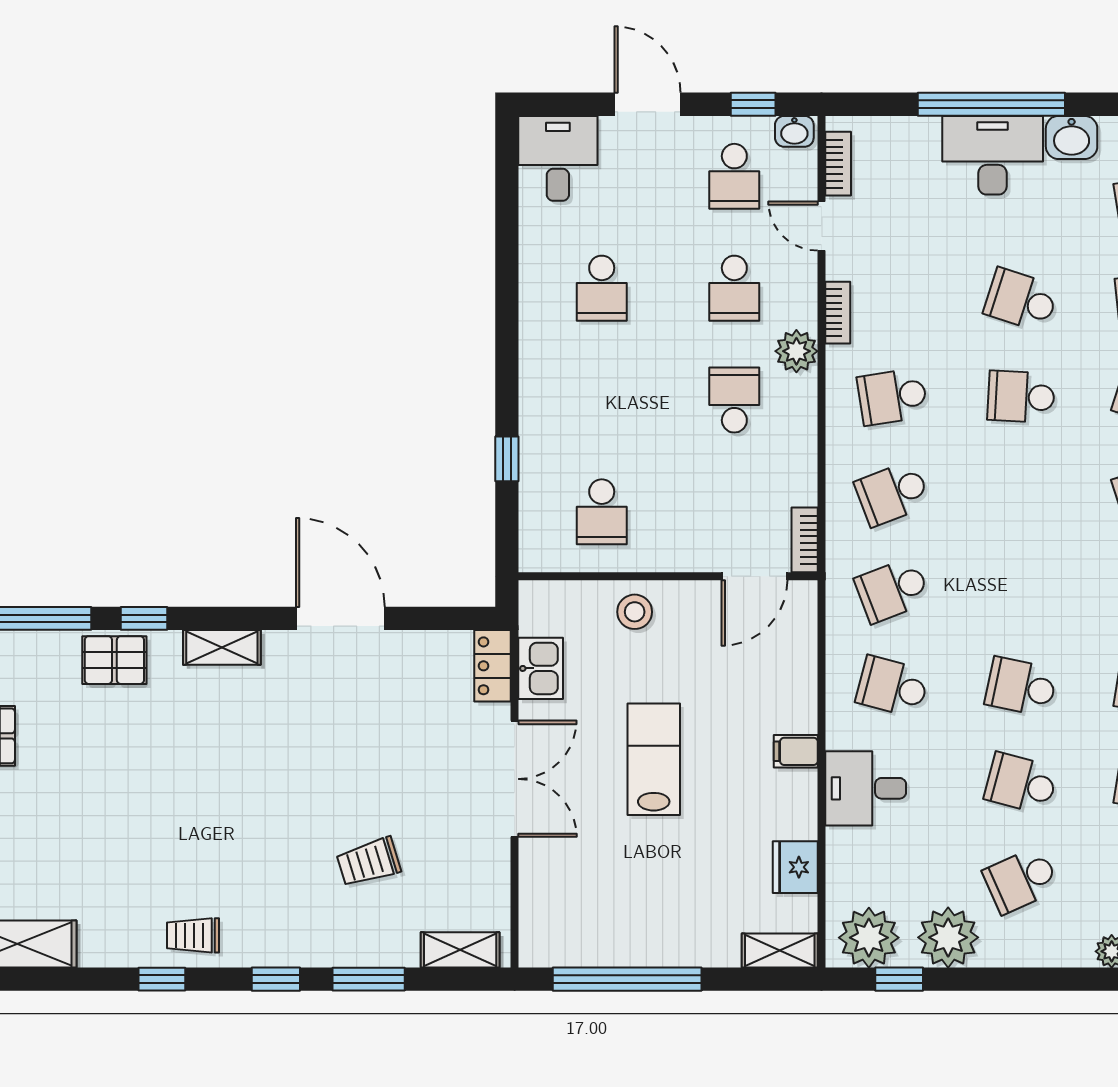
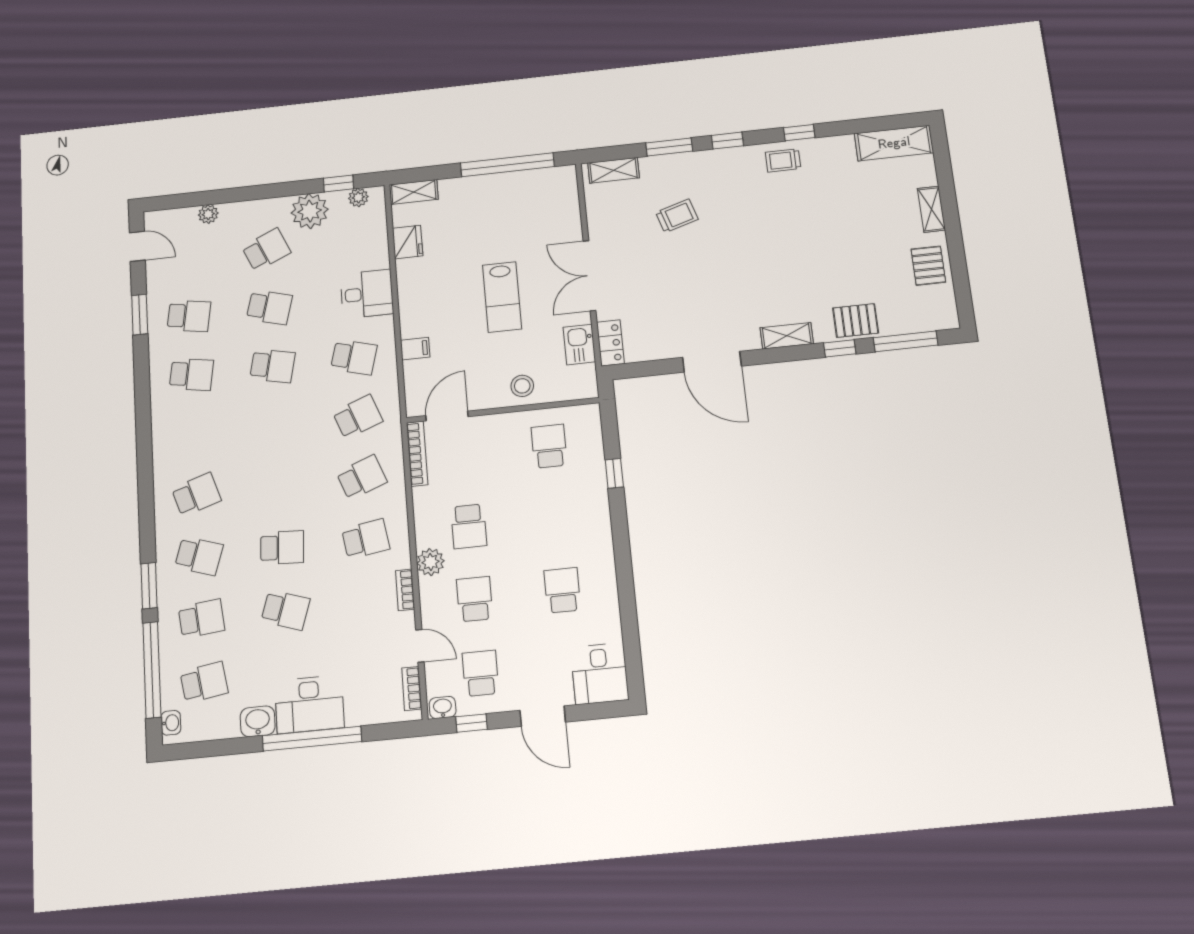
bookcase: (805, 540) -> (417, 454), width x1.56
filing cabinet: (796, 751) -> (415, 349), moved
trolley: (193, 935) -> (783, 160), turned 180
plant: (869, 938) -> (358, 197), width x0.53, depth x0.53

